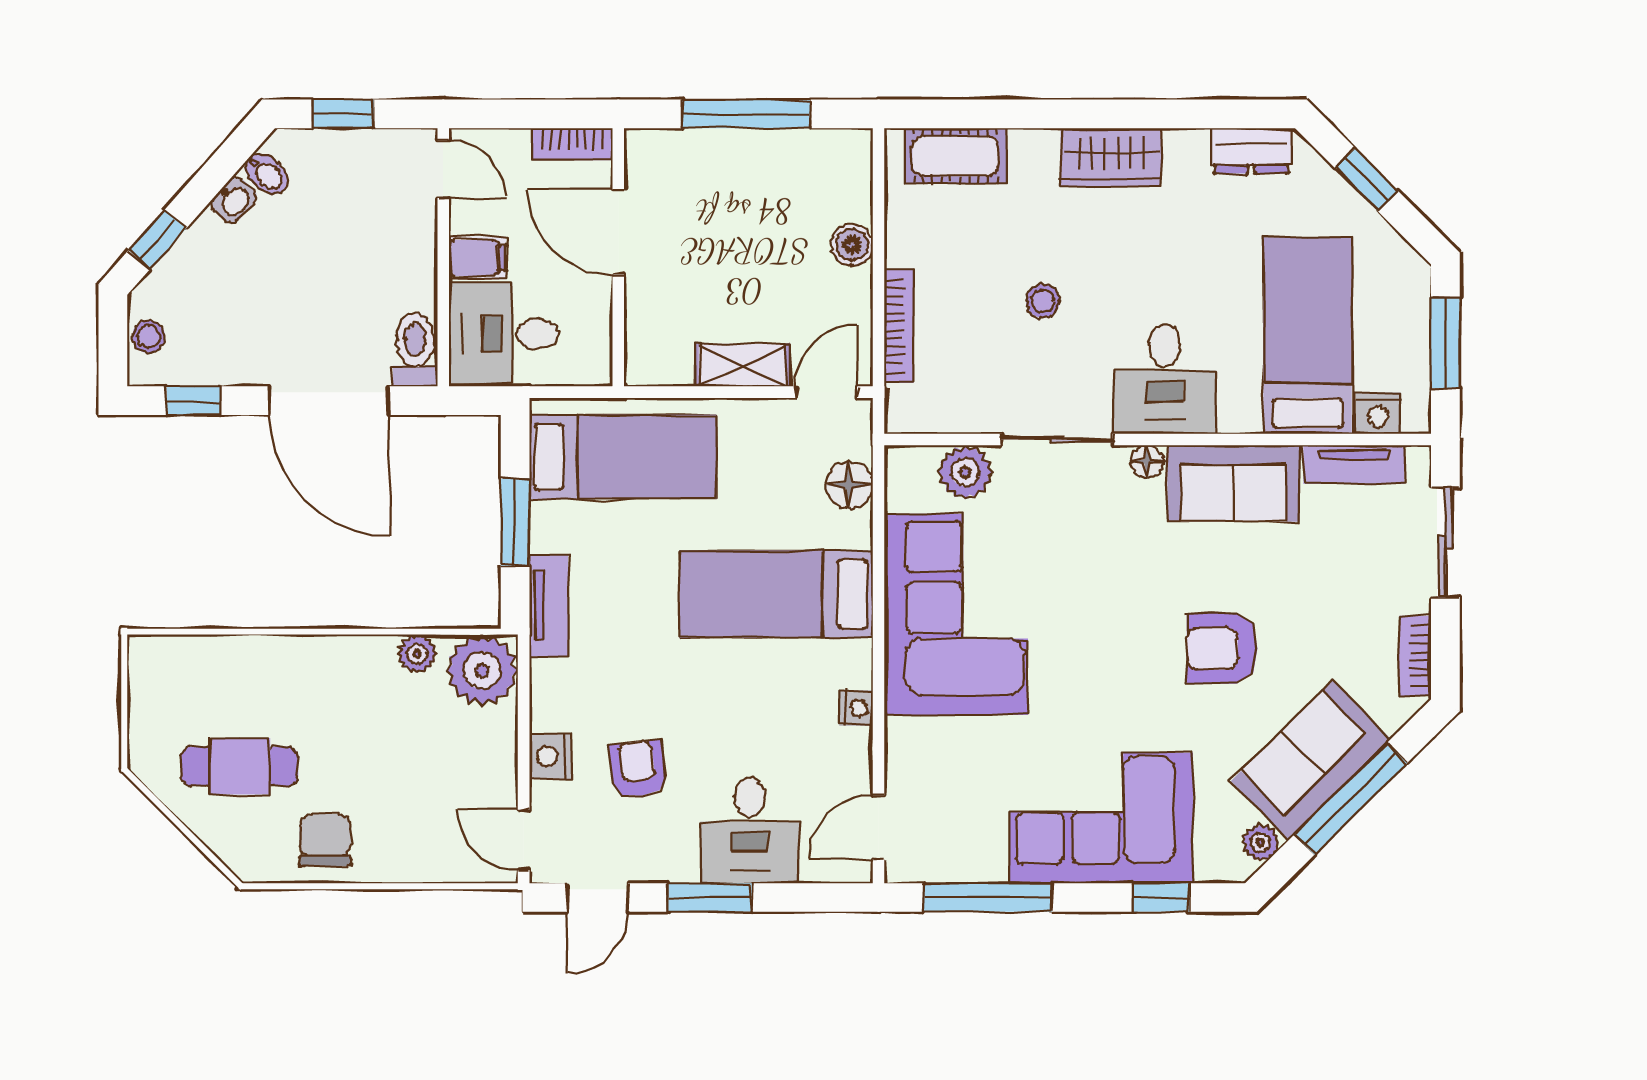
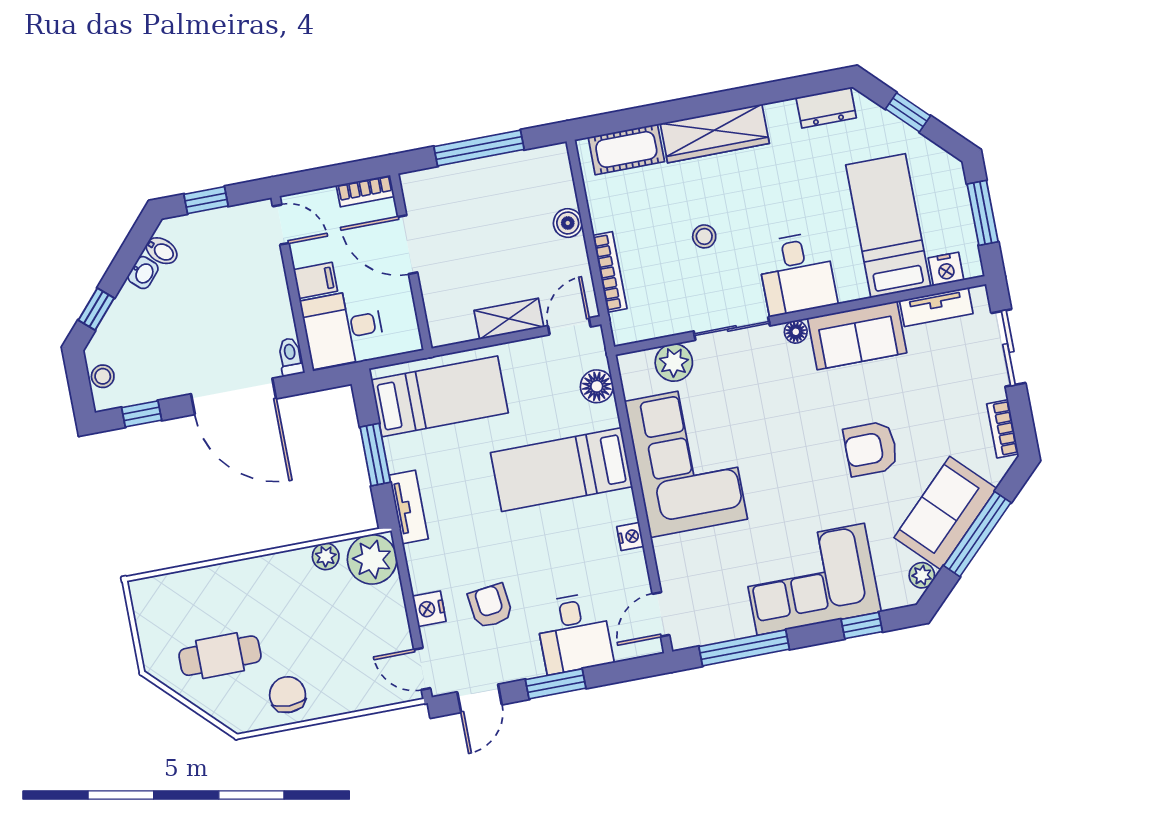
wardrobe: (1111, 157) -> (715, 133), width x1.50
toilet: (415, 350) -> (291, 357), width x0.73, depth x0.72

